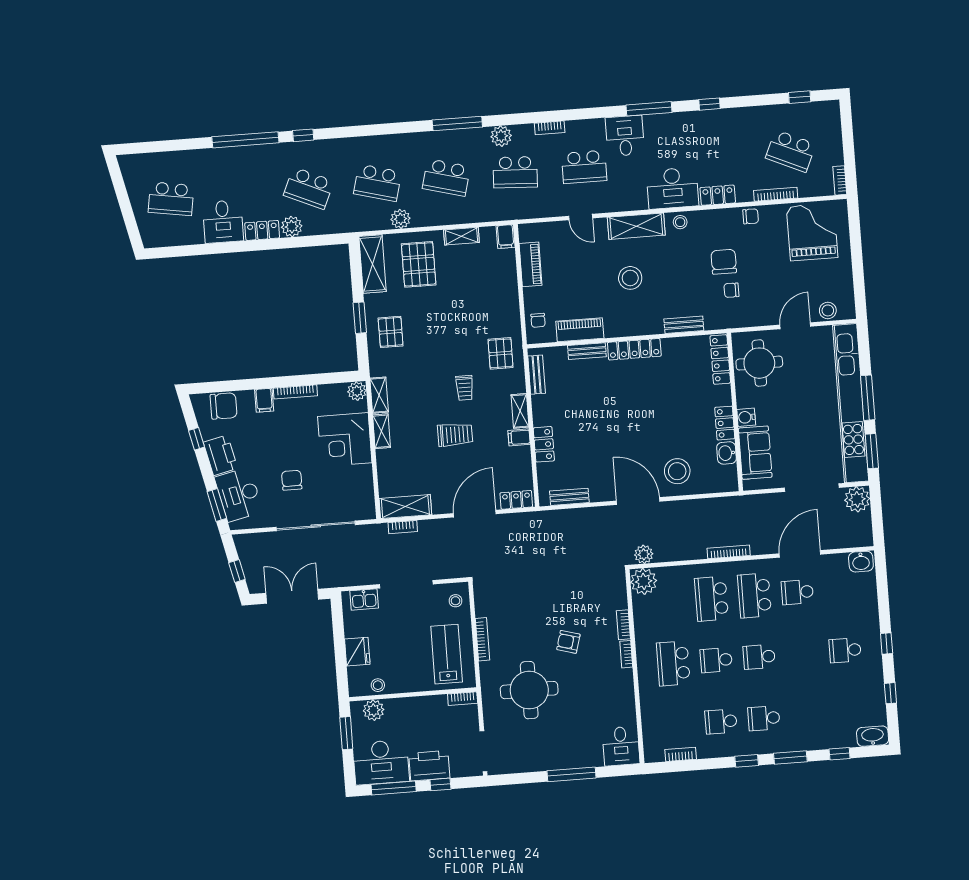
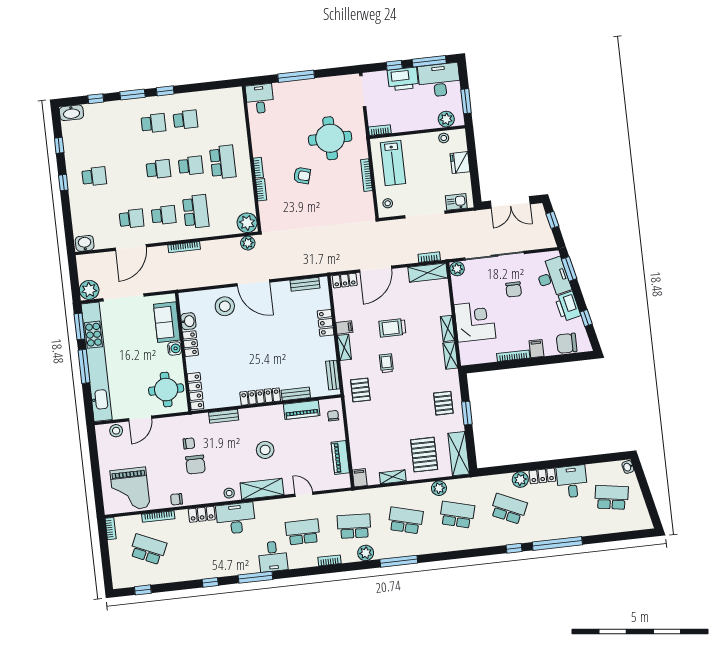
washbasin: (148, 238) -> (628, 467), added
plant: (357, 391) -> (457, 269), moved
school desk: (754, 595) -> (164, 215), width x0.54
bookcase: (681, 754) -> (215, 94), removed

